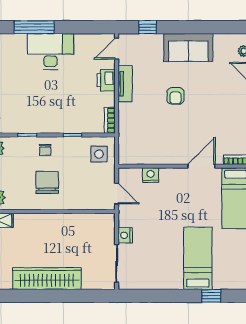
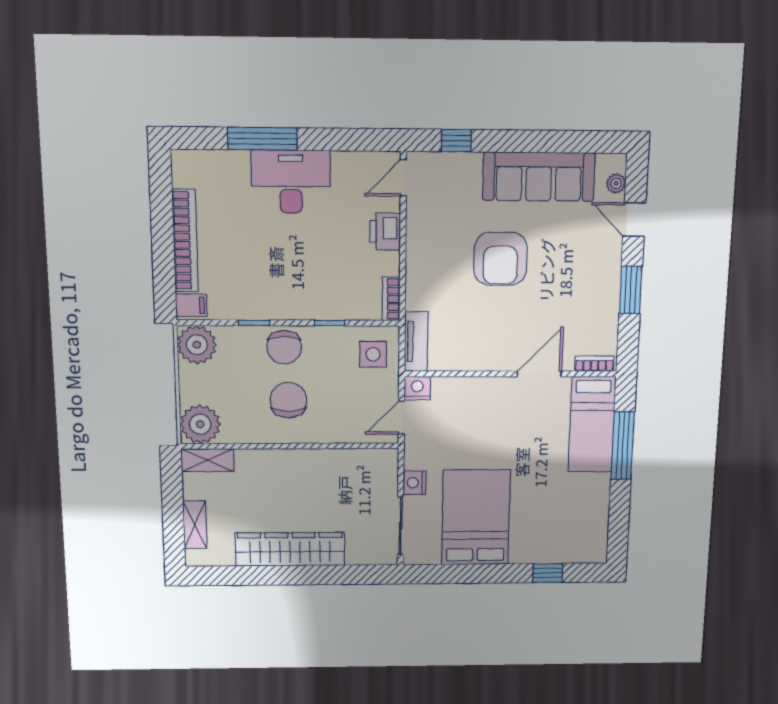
sofa: (188, 48) -> (539, 177), width x1.36
tv unit: (125, 84) -> (416, 342), moved
armchair: (176, 96) -> (500, 259), width x1.88, depth x1.88
chair: (45, 150) -> (284, 347), width x1.87, depth x1.87
nightstand: (151, 175) -> (417, 388), moved
door: (117, 194) -> (401, 418), swing flipped
bed: (198, 258) -> (476, 517), moved, width x1.50

